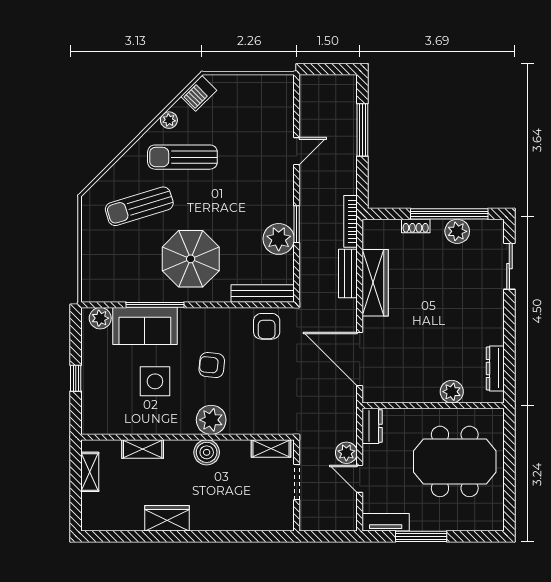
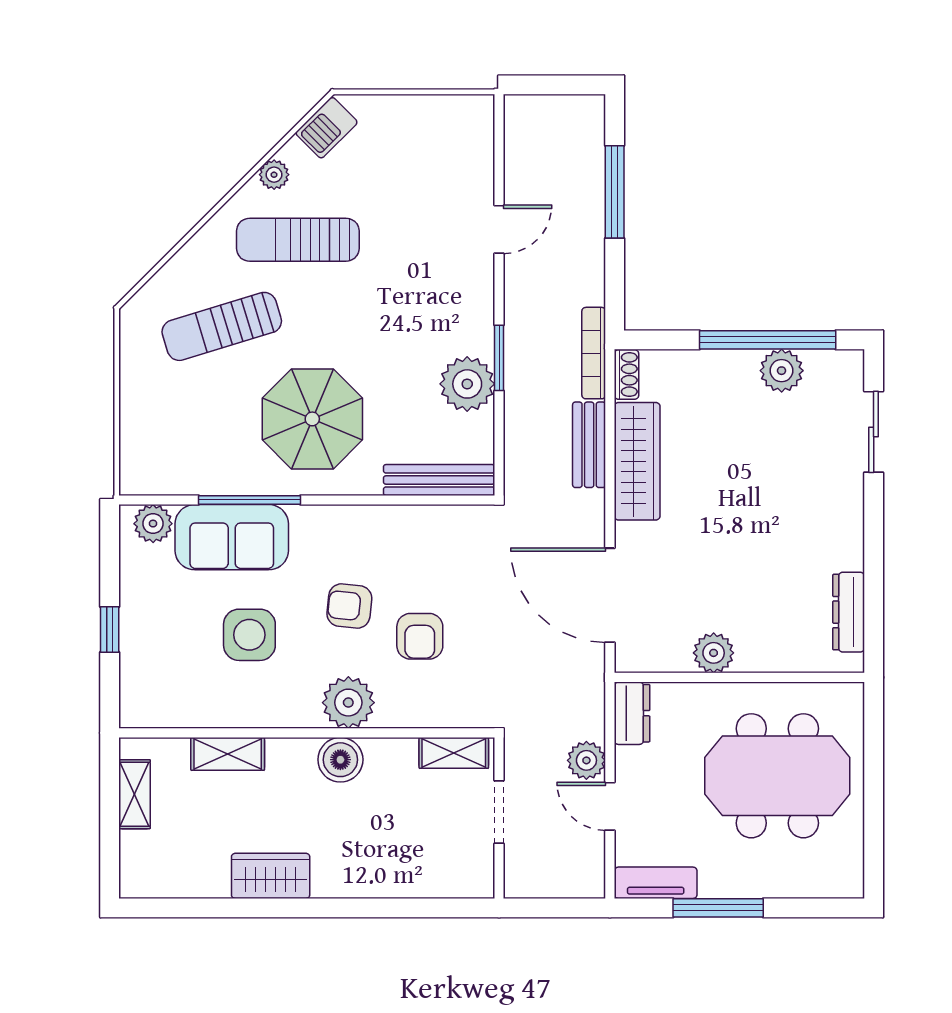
shoe rack: (416, 226) -> (626, 375), moved, turned -90
armchair: (267, 326) -> (420, 636), moved
plant: (452, 392) -> (714, 653), moved

